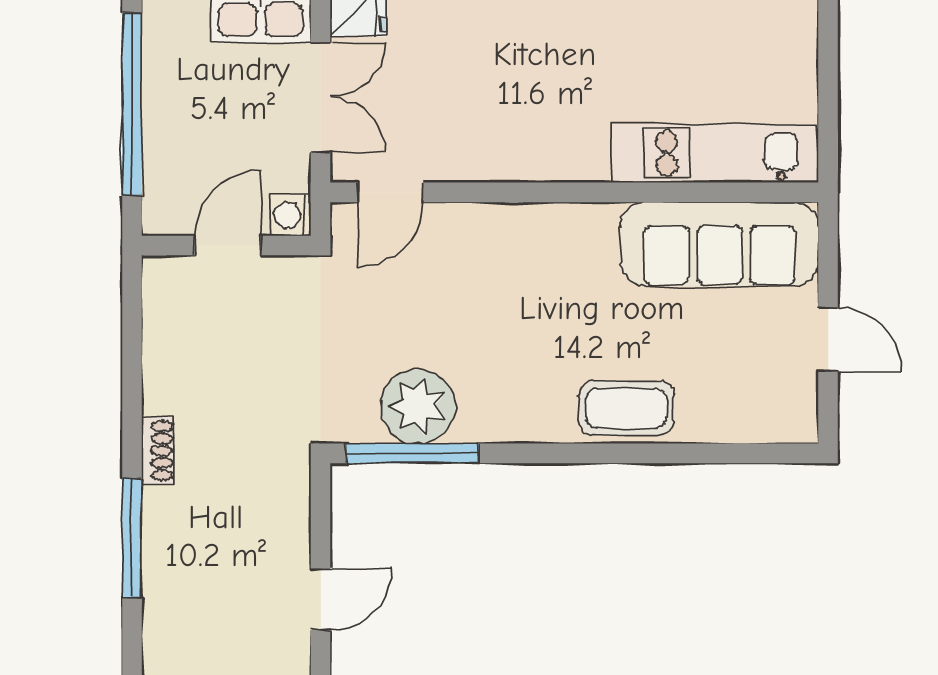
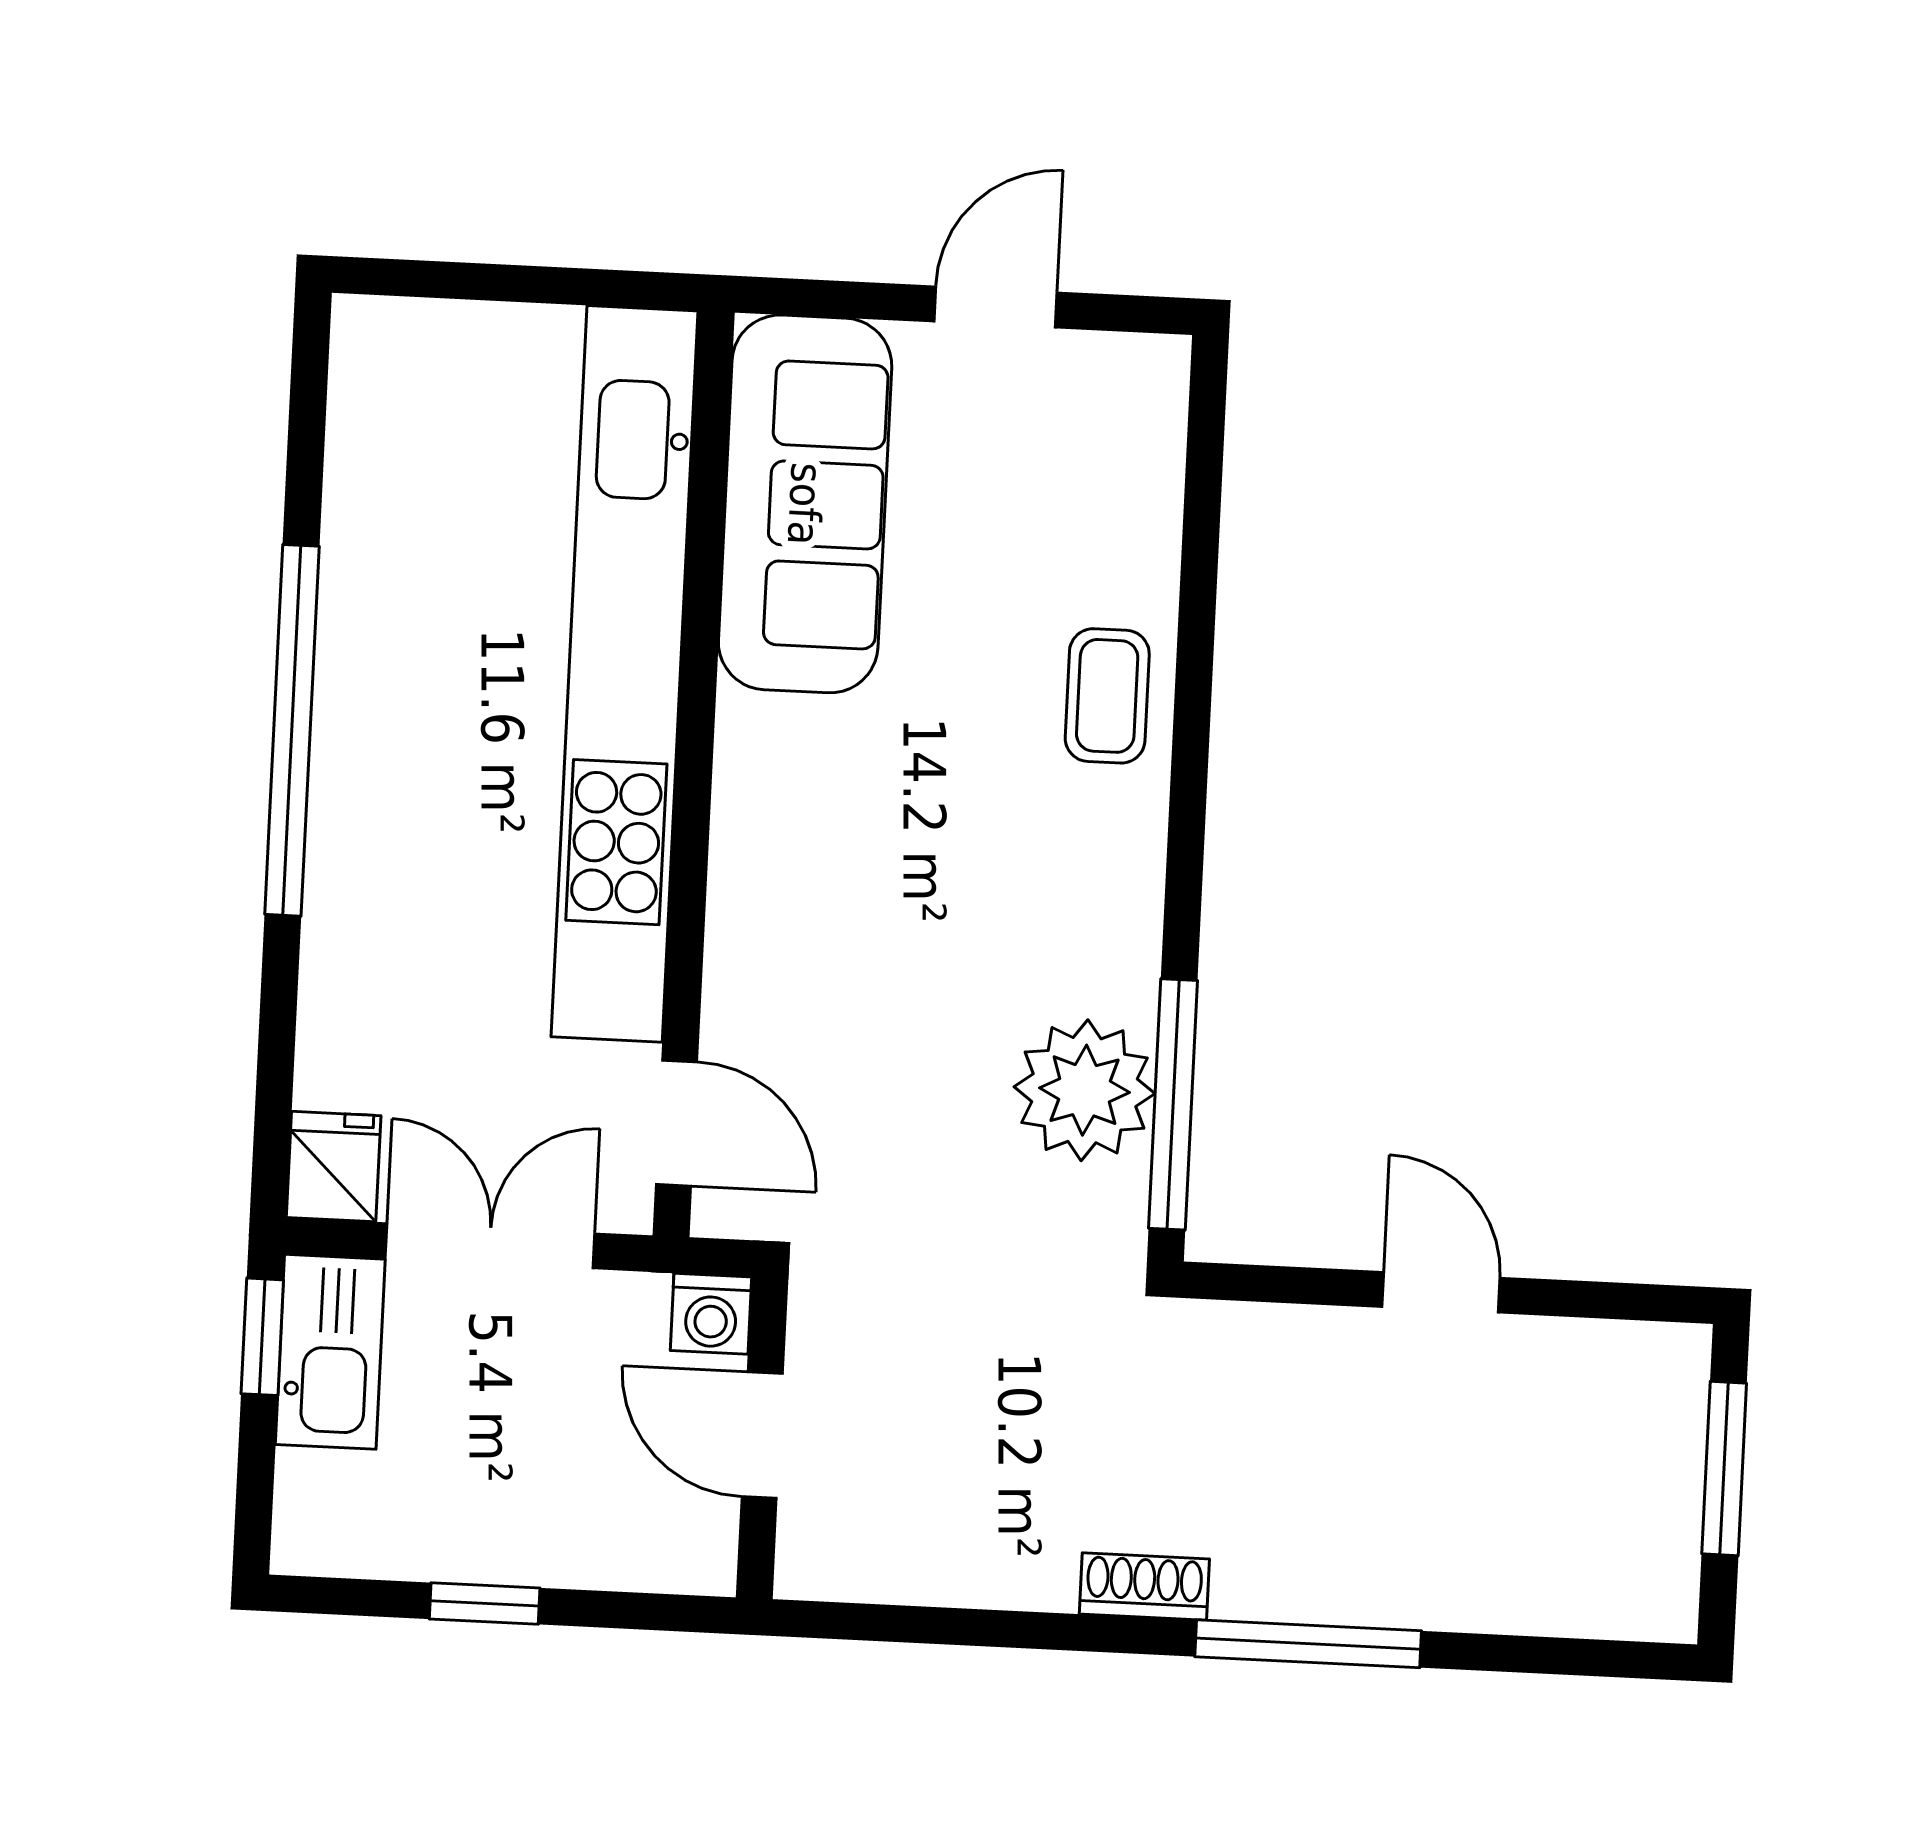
window: (132, 104) -> (485, 1603), width x0.32
kitchen unit: (715, 153) -> (625, 674), width x1.86
coffee table: (626, 408) -> (1107, 696), width x0.73, depth x0.77

